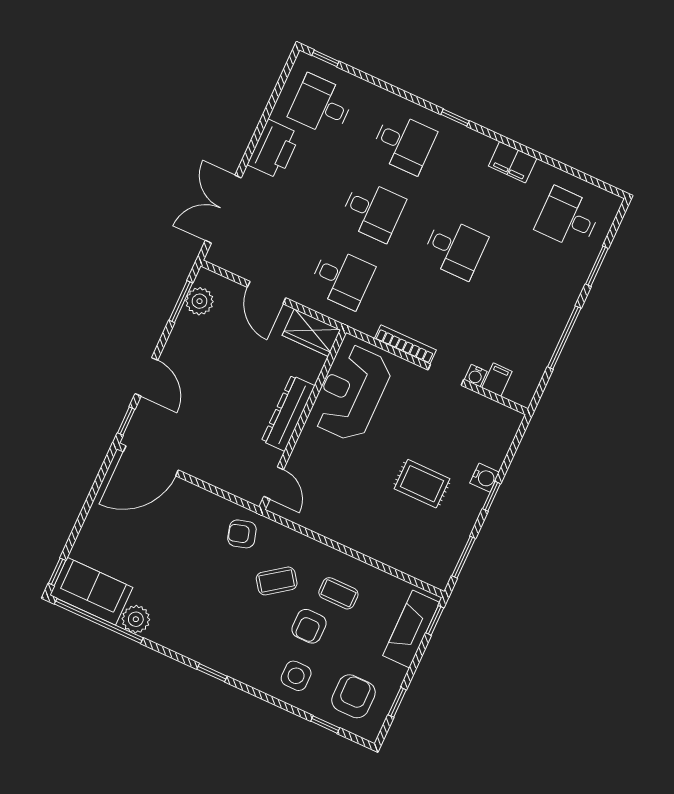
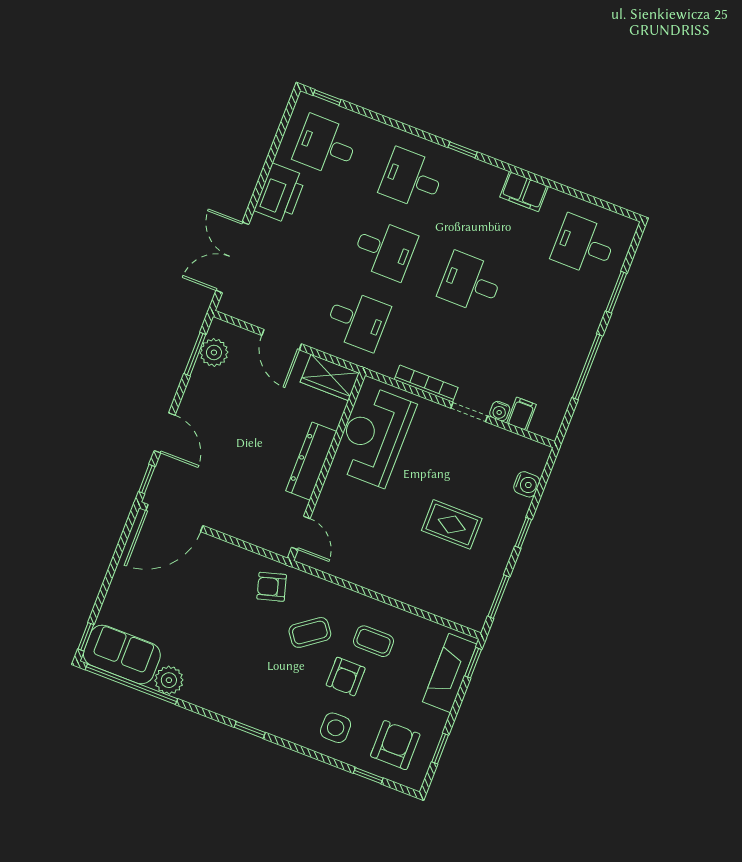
desk: (404, 143) -> (412, 179), turned 180
desk: (455, 248) -> (471, 283), turned 180
water cooler: (485, 478) -> (527, 484), moved

